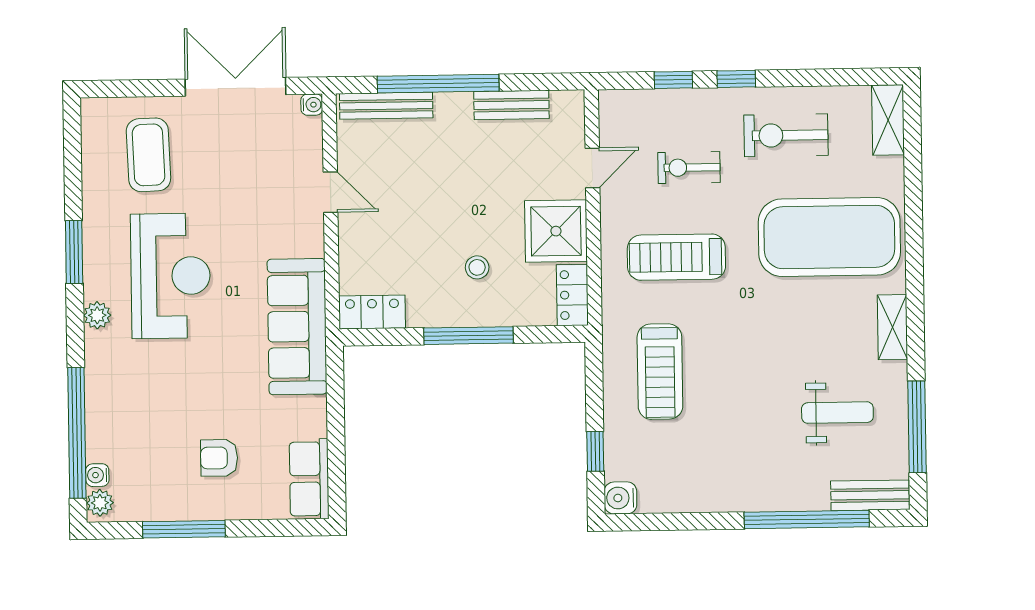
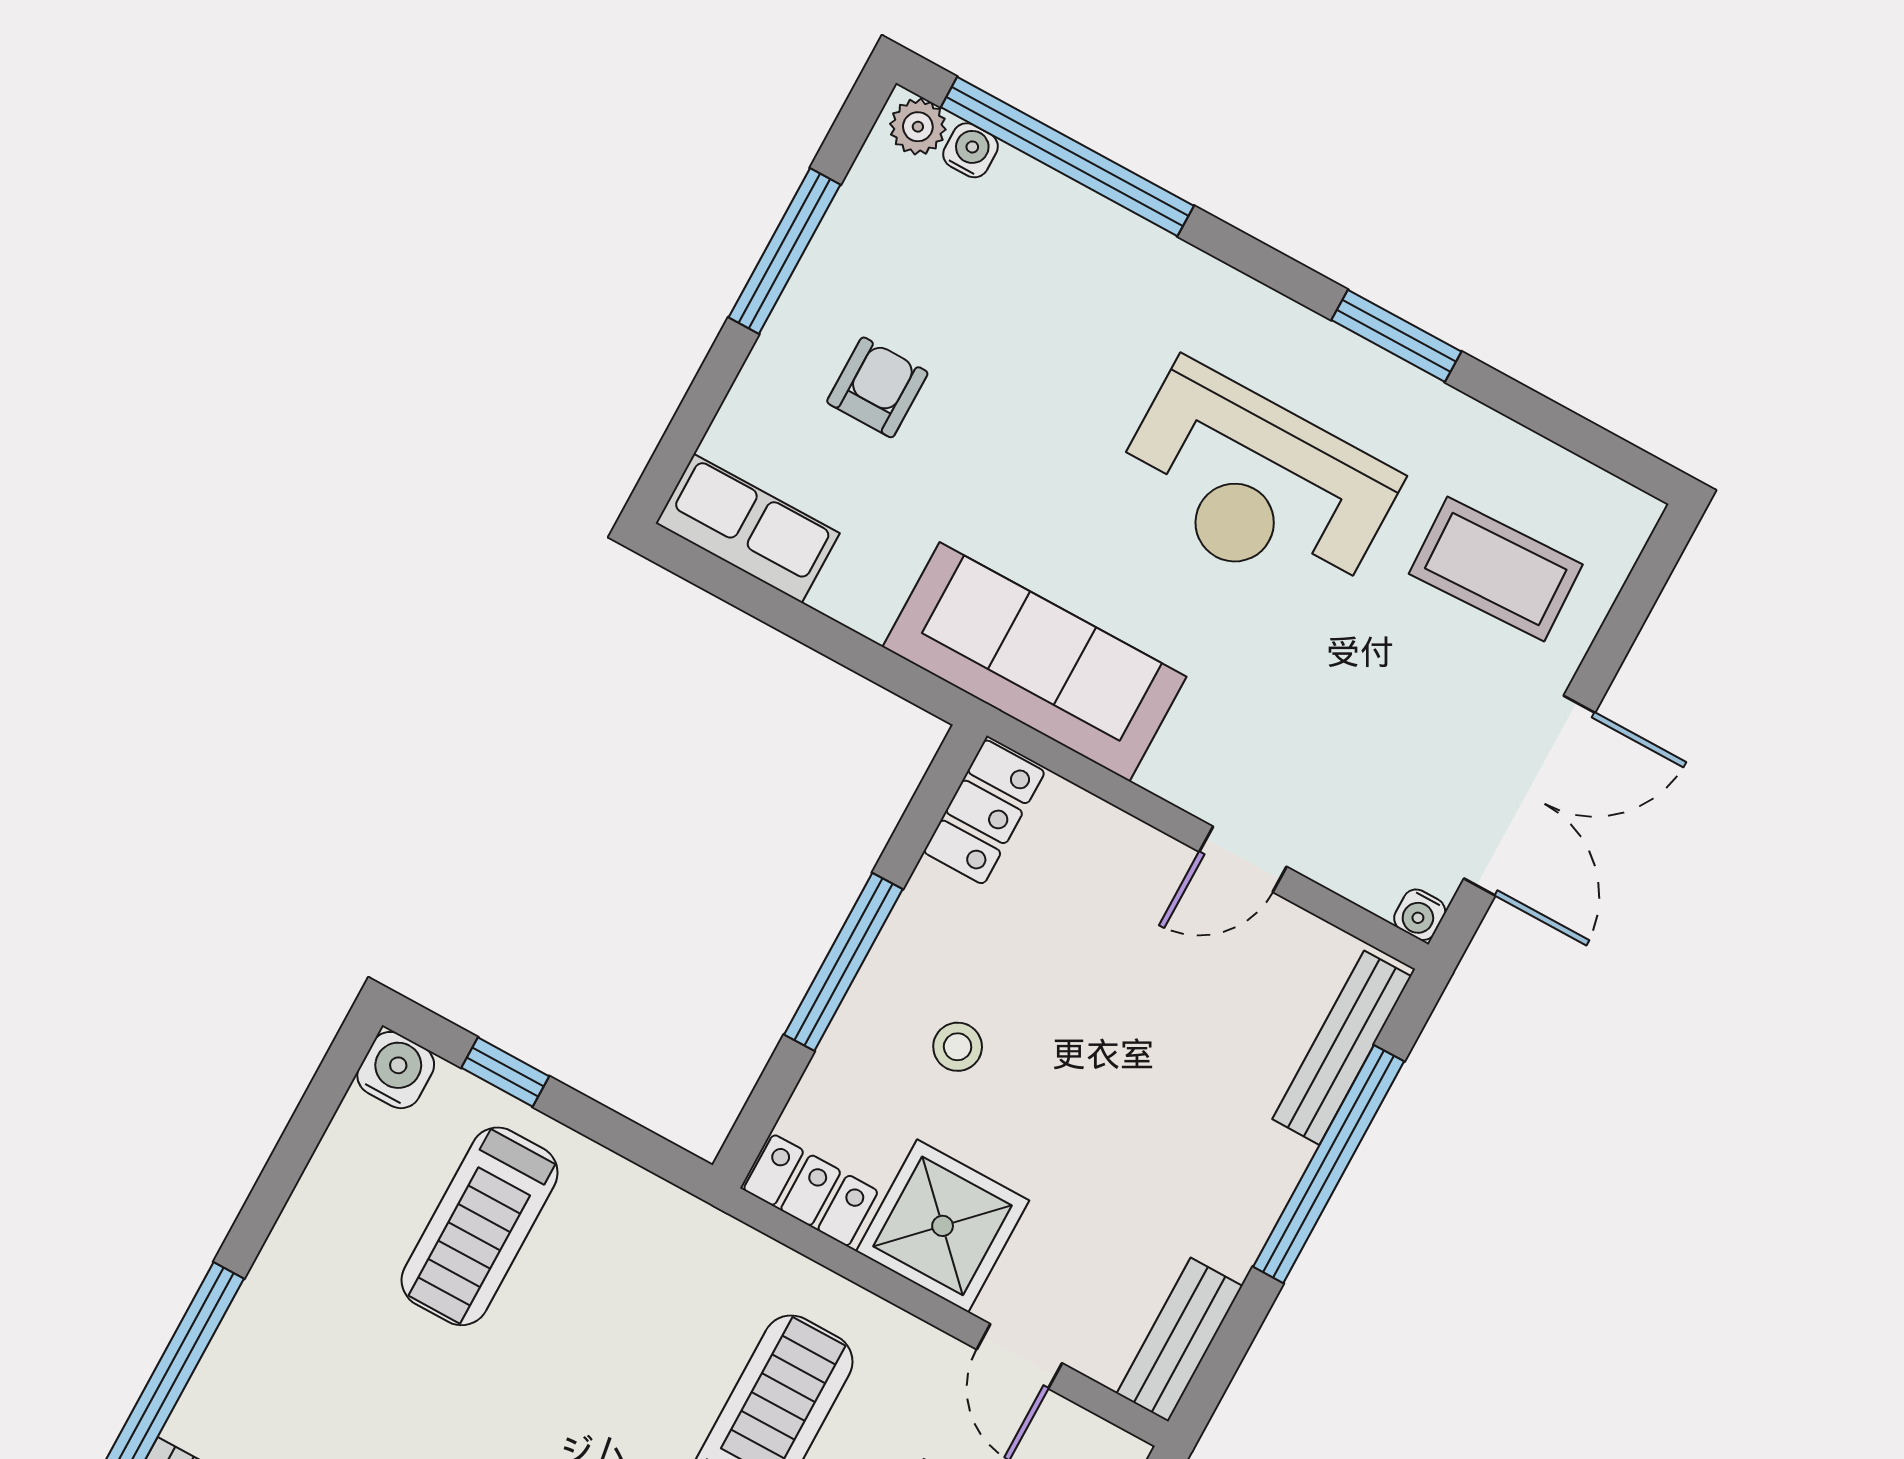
bench: (511, 105) -> (1180, 1340), moved
plant: (97, 315) -> (1259, 313), removed
treadmill: (660, 372) -> (480, 1226), moved, turned -90

